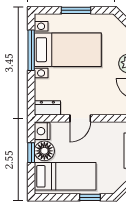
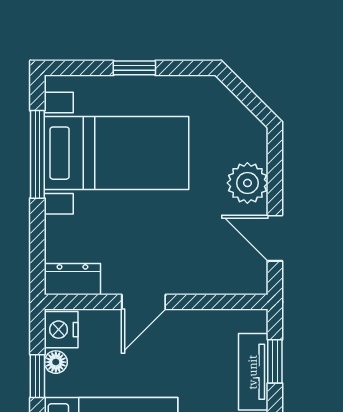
window: (76, 10) -> (134, 68), width x0.67
floor lamp: (44, 151) -> (56, 362), width x0.53, depth x0.53

